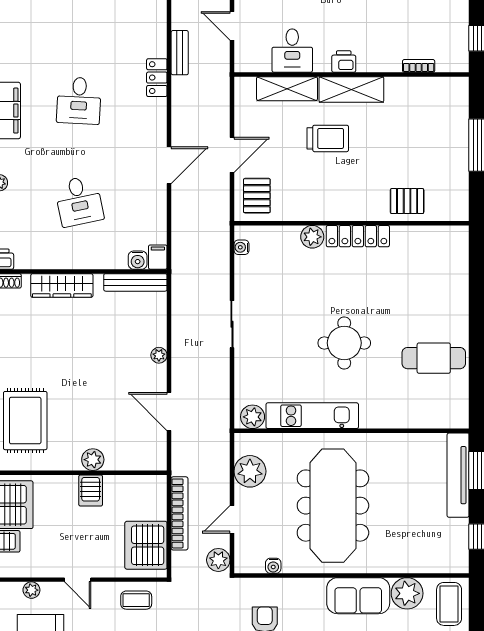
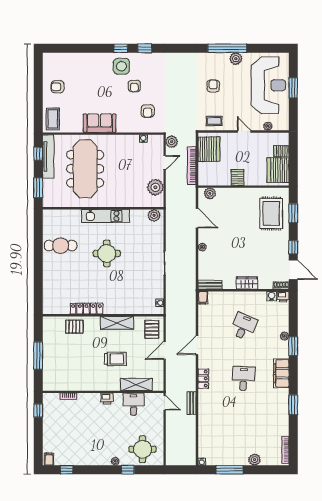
door: (232, 26) -> (165, 403), moved
locker: (157, 78) -> (203, 379), moved
shelving: (351, 89) -> (117, 323), moved
trolley: (328, 138) -> (115, 359), turned 180
desk: (79, 201) -> (243, 327), turned 36
locker: (358, 236) -> (86, 309), moved
plant: (312, 237) -> (123, 308), removed
water cooler: (138, 260) -> (272, 296), moved
bench: (135, 282) -> (210, 285), width x0.73
wardrobe: (62, 286) -> (247, 283), width x0.67
kitchen unit: (312, 416) -> (106, 216), moved
plant: (93, 460) -> (210, 193), moved
tv unit: (458, 475) -> (48, 157), moved
meeting table: (333, 506) -> (85, 169), moved
plant: (407, 593) -> (74, 124), removed

